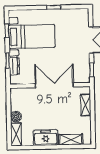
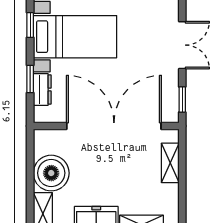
double door: (54, 85) -> (114, 126), width x1.36
boiler: (16, 117) -> (51, 173), width x1.86, depth x1.86

